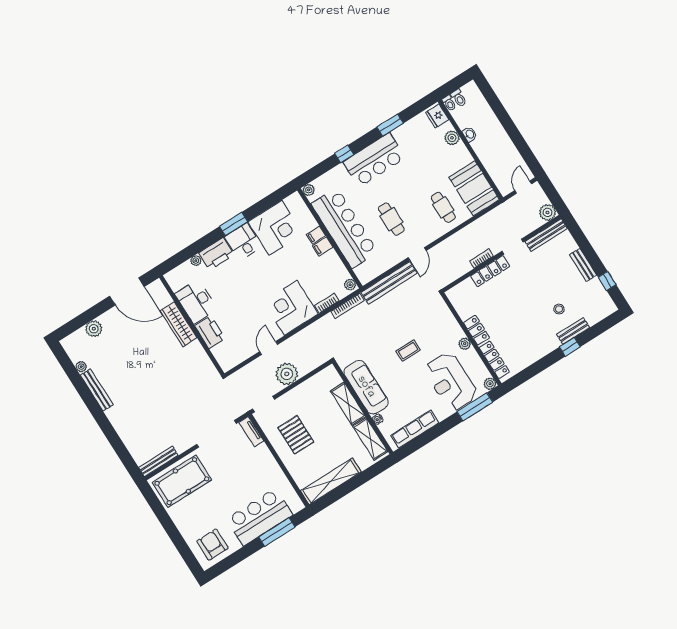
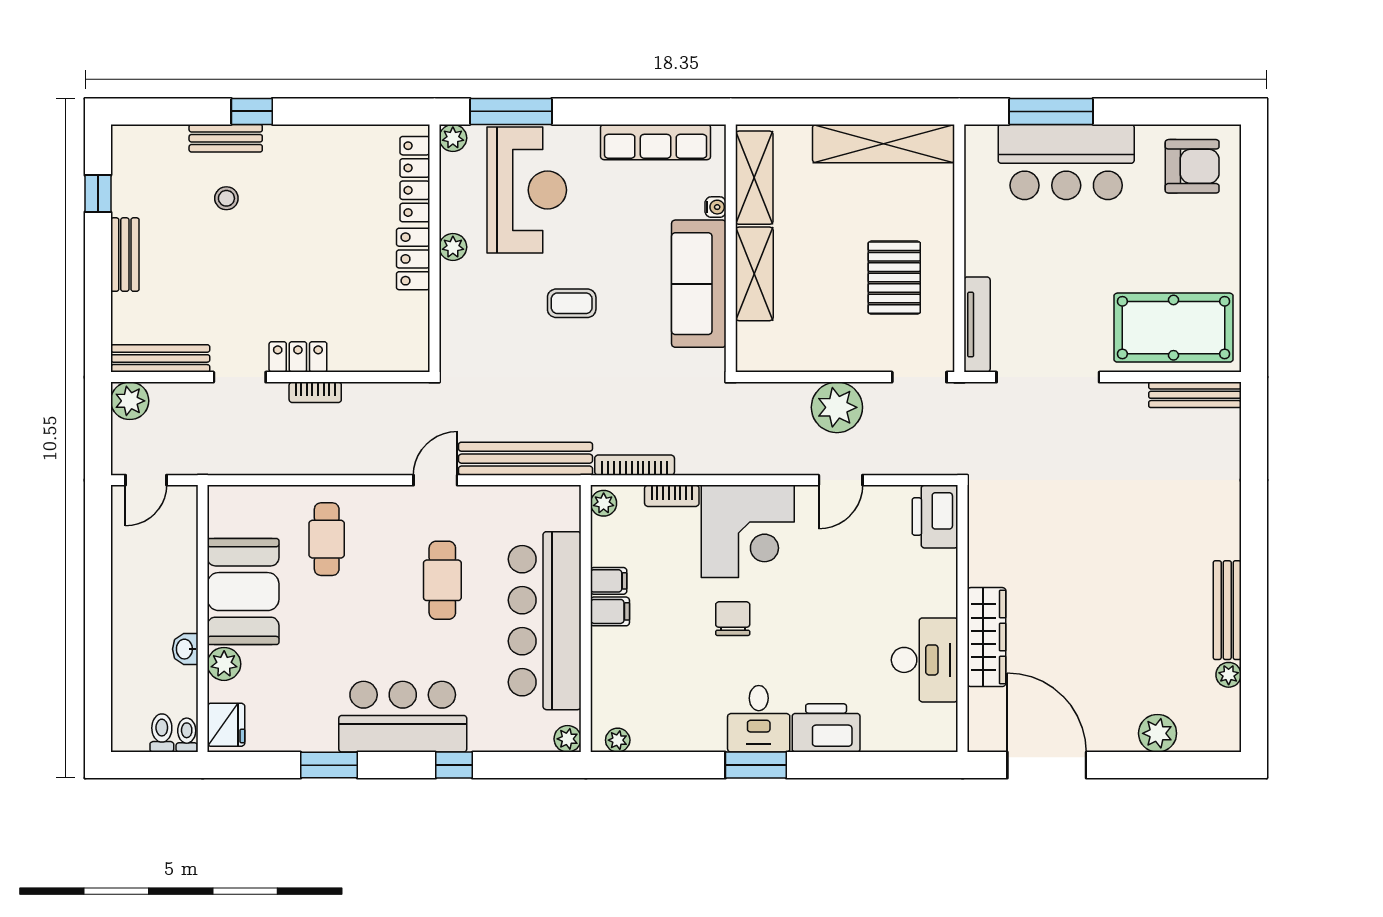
booth: (474, 188) -> (243, 592), moved
corner desk: (276, 228) -> (679, 706), removed
filing cabinet: (316, 235) -> (609, 581), moved
plant: (196, 261) -> (618, 740), moved
locker: (490, 271) -> (298, 357), width x0.66
chair: (276, 272) -> (733, 619), added
printer: (210, 332) -> (935, 517), moved
tv unit: (251, 432) -> (977, 325), width x1.41
armchair: (212, 545) -> (1192, 166), turned -90

